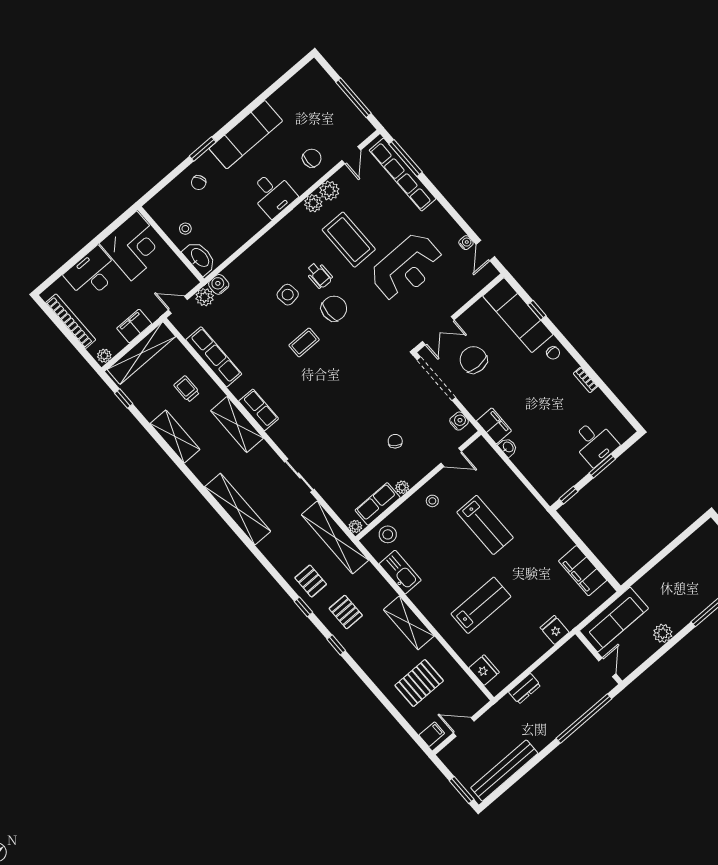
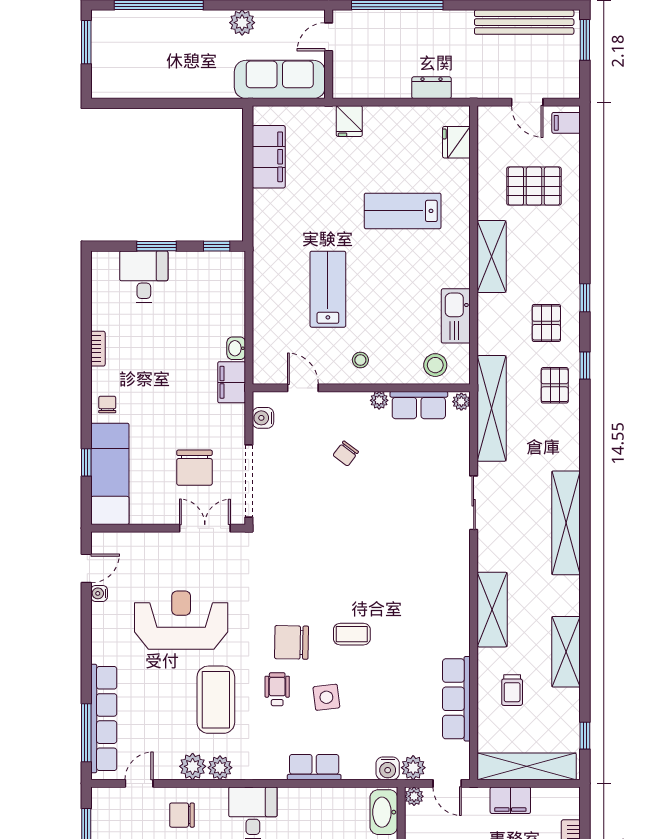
plant: (104, 356) -> (414, 796), moved
row of seats: (259, 410) -> (314, 767), moved, turned 90

